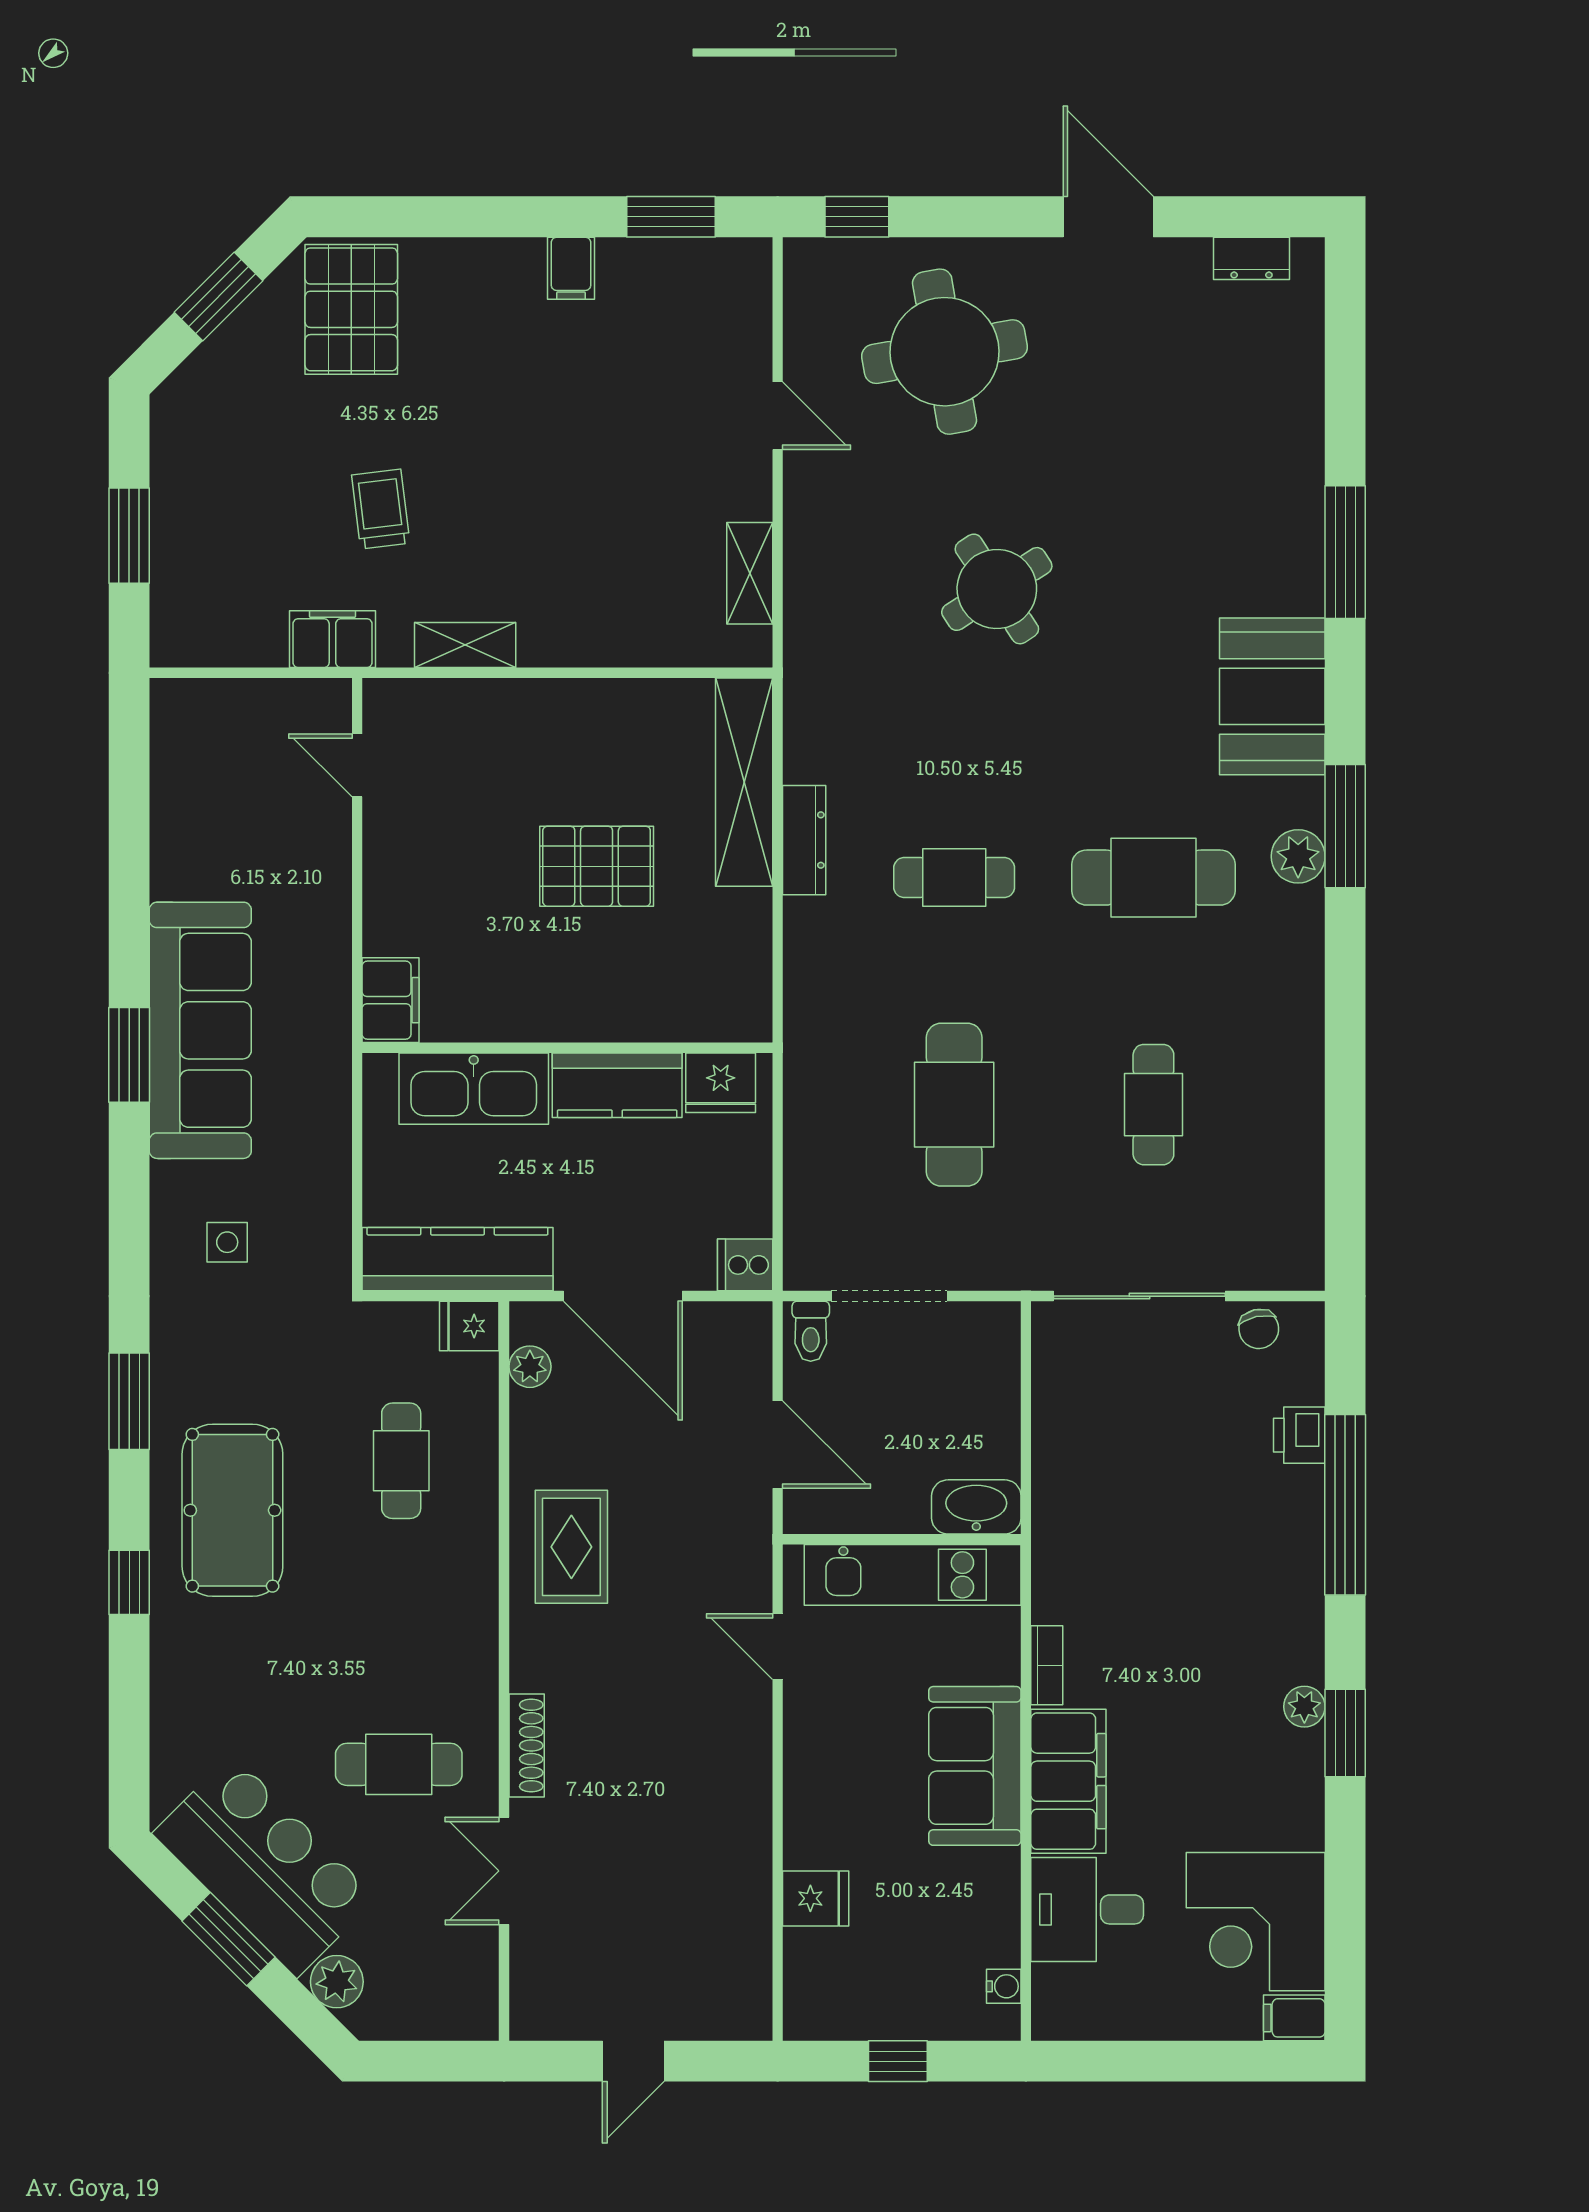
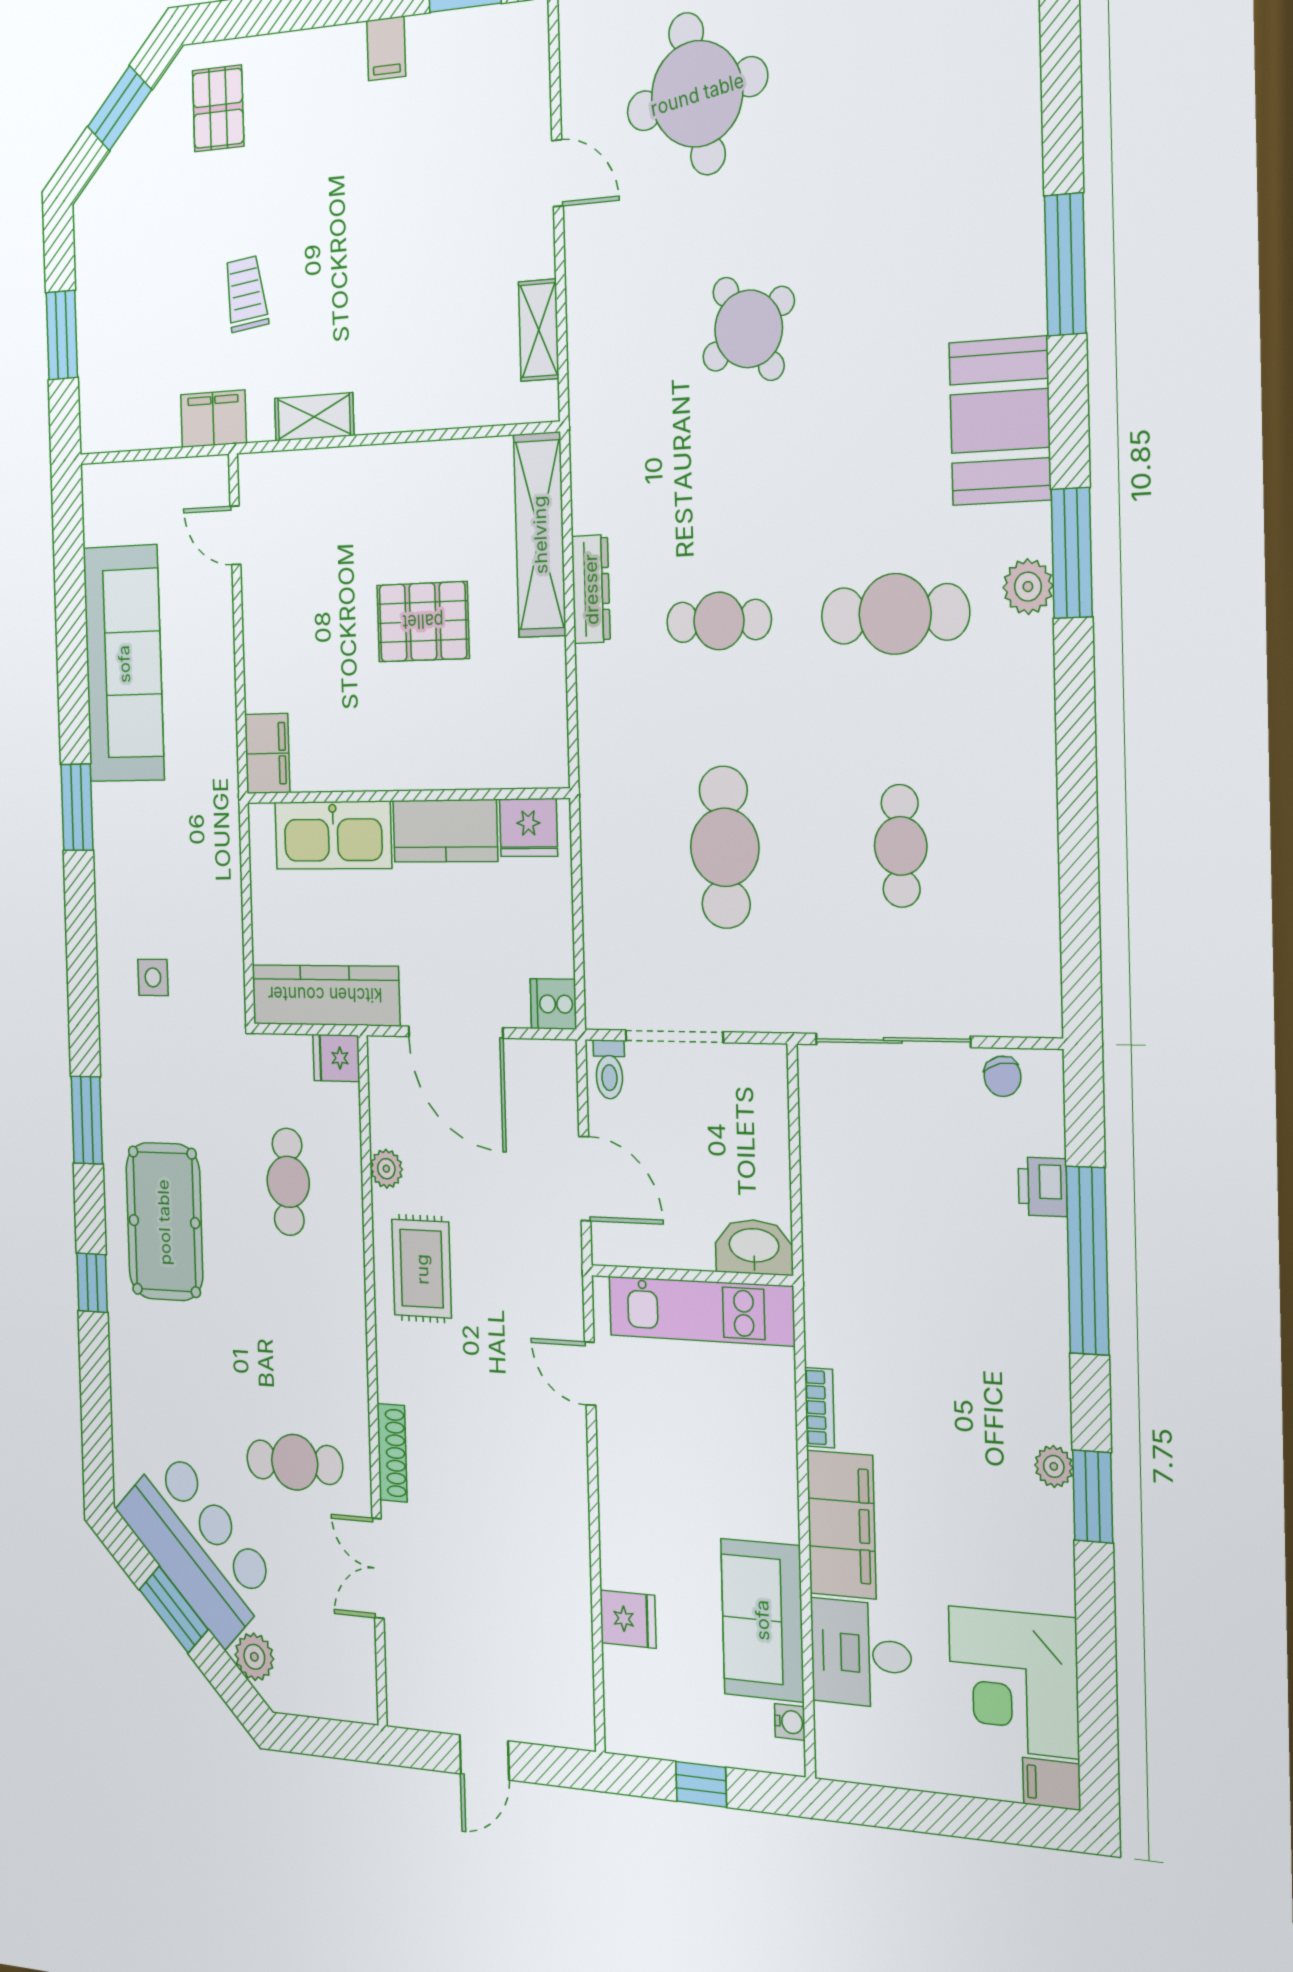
pallet: (351, 309) -> (218, 108), width x0.67, depth x0.71
sofa: (200, 1030) -> (124, 664), moved
plant: (530, 1367) -> (386, 1169), moved
sofa: (975, 1766) -> (762, 1620), moved

